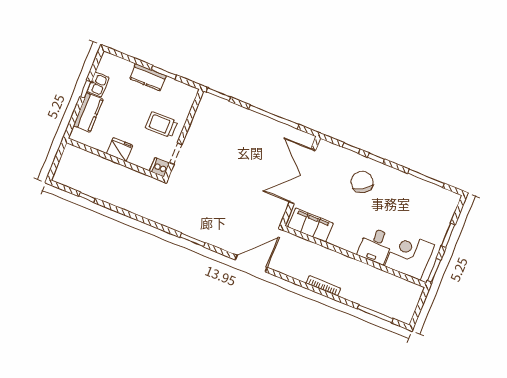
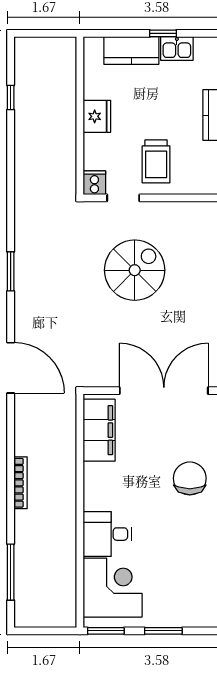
trolley: (161, 125) -> (156, 161), turned 180
spiral stairs: (222, 164) -> (135, 270), added
chair: (362, 182) -> (190, 478), turned -59

